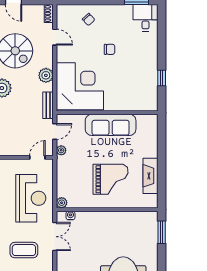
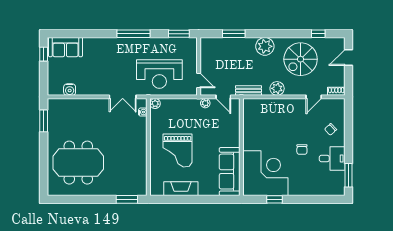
desk: (145, 18) -> (332, 159), moved
corner desk: (80, 86) -> (265, 173), moved, turned -90
sofa: (111, 125) -> (230, 172), moved
coffee table: (24, 250) -> (110, 67), removed

